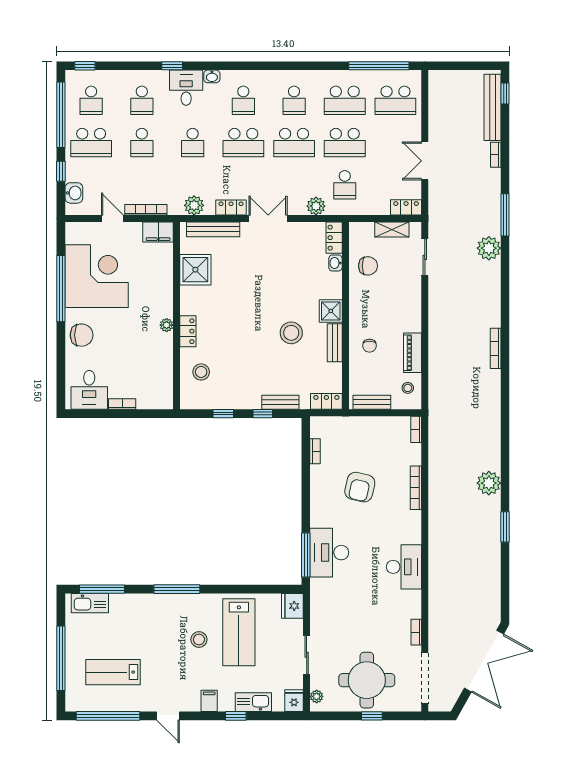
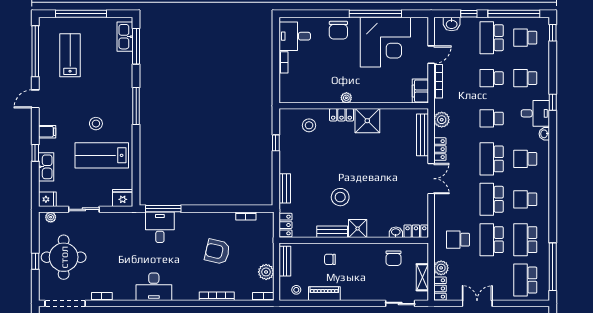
plant: (316, 206) -> (441, 268), moved
shower: (195, 270) -> (367, 121), moved
window: (263, 414) -> (276, 174), removed
plant: (385, 426) -> (266, 272), added
desk: (329, 553) -> (160, 227), width x0.73

